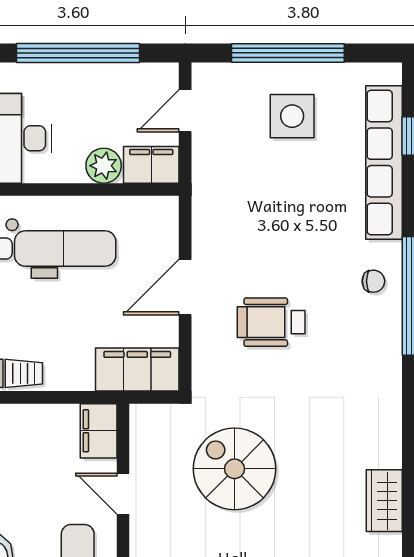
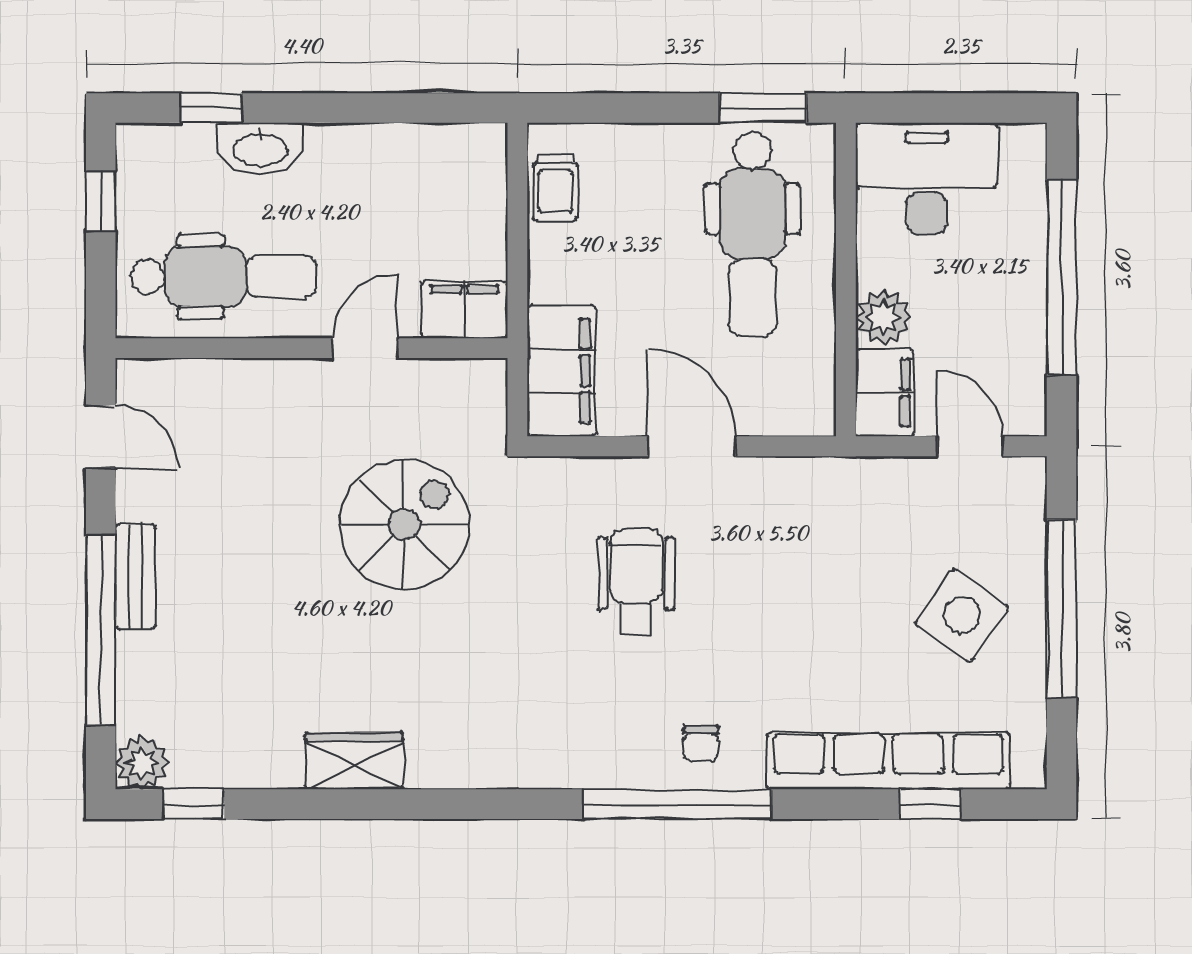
side table: (292, 116) -> (962, 615), turned 35

